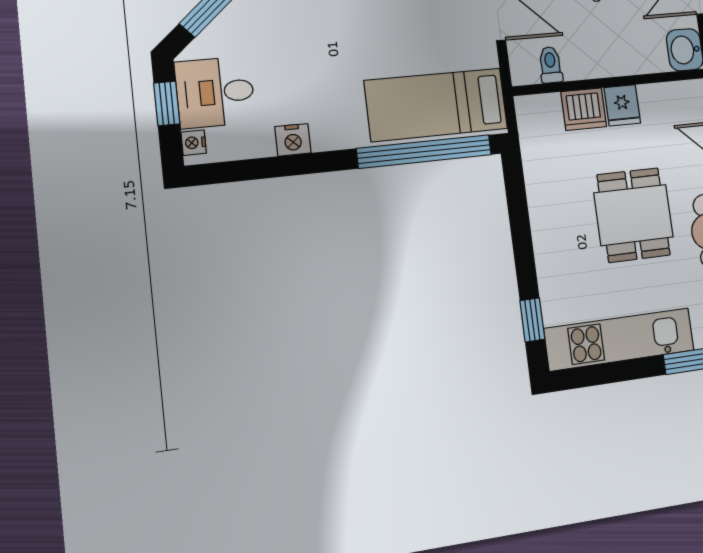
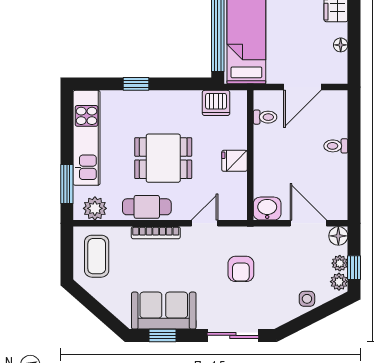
dishwasher: (584, 109) -> (216, 103), moved, turned -90
window: (532, 320) -> (136, 84), moved

